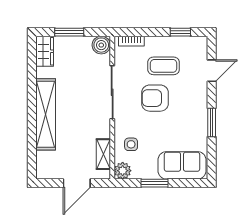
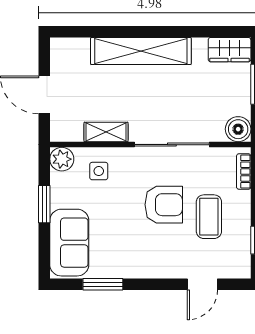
door: (212, 71) -> (202, 284), hinge flipped
armchair: (155, 98) -> (164, 205), turned 90
window: (212, 122) -> (103, 284), moved
shelving: (103, 154) -> (106, 132), moved

